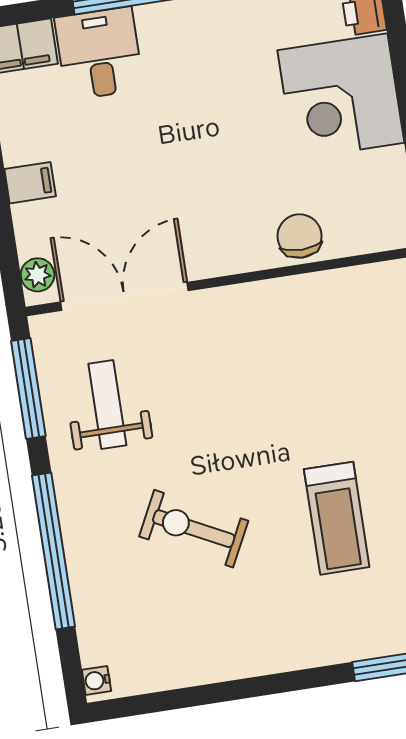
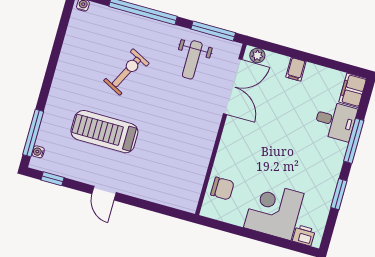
chair: (300, 236) -> (222, 188), moved
weight bench: (107, 405) -> (192, 60), turned 90
treadmill: (337, 518) -> (104, 132), width x1.37, depth x1.38

